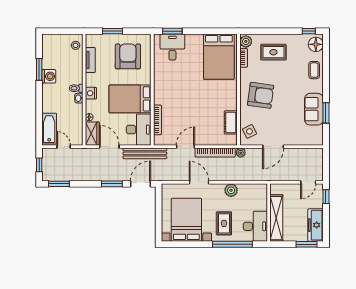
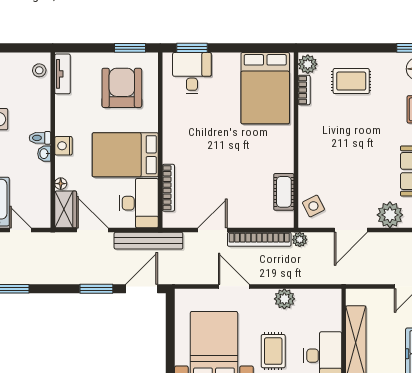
window: (113, 31) -> (130, 48), moved
tv unit: (90, 60) -> (62, 74), moved
armchair: (261, 95) -> (331, 149), removed
plant: (298, 137) -> (390, 215), added

